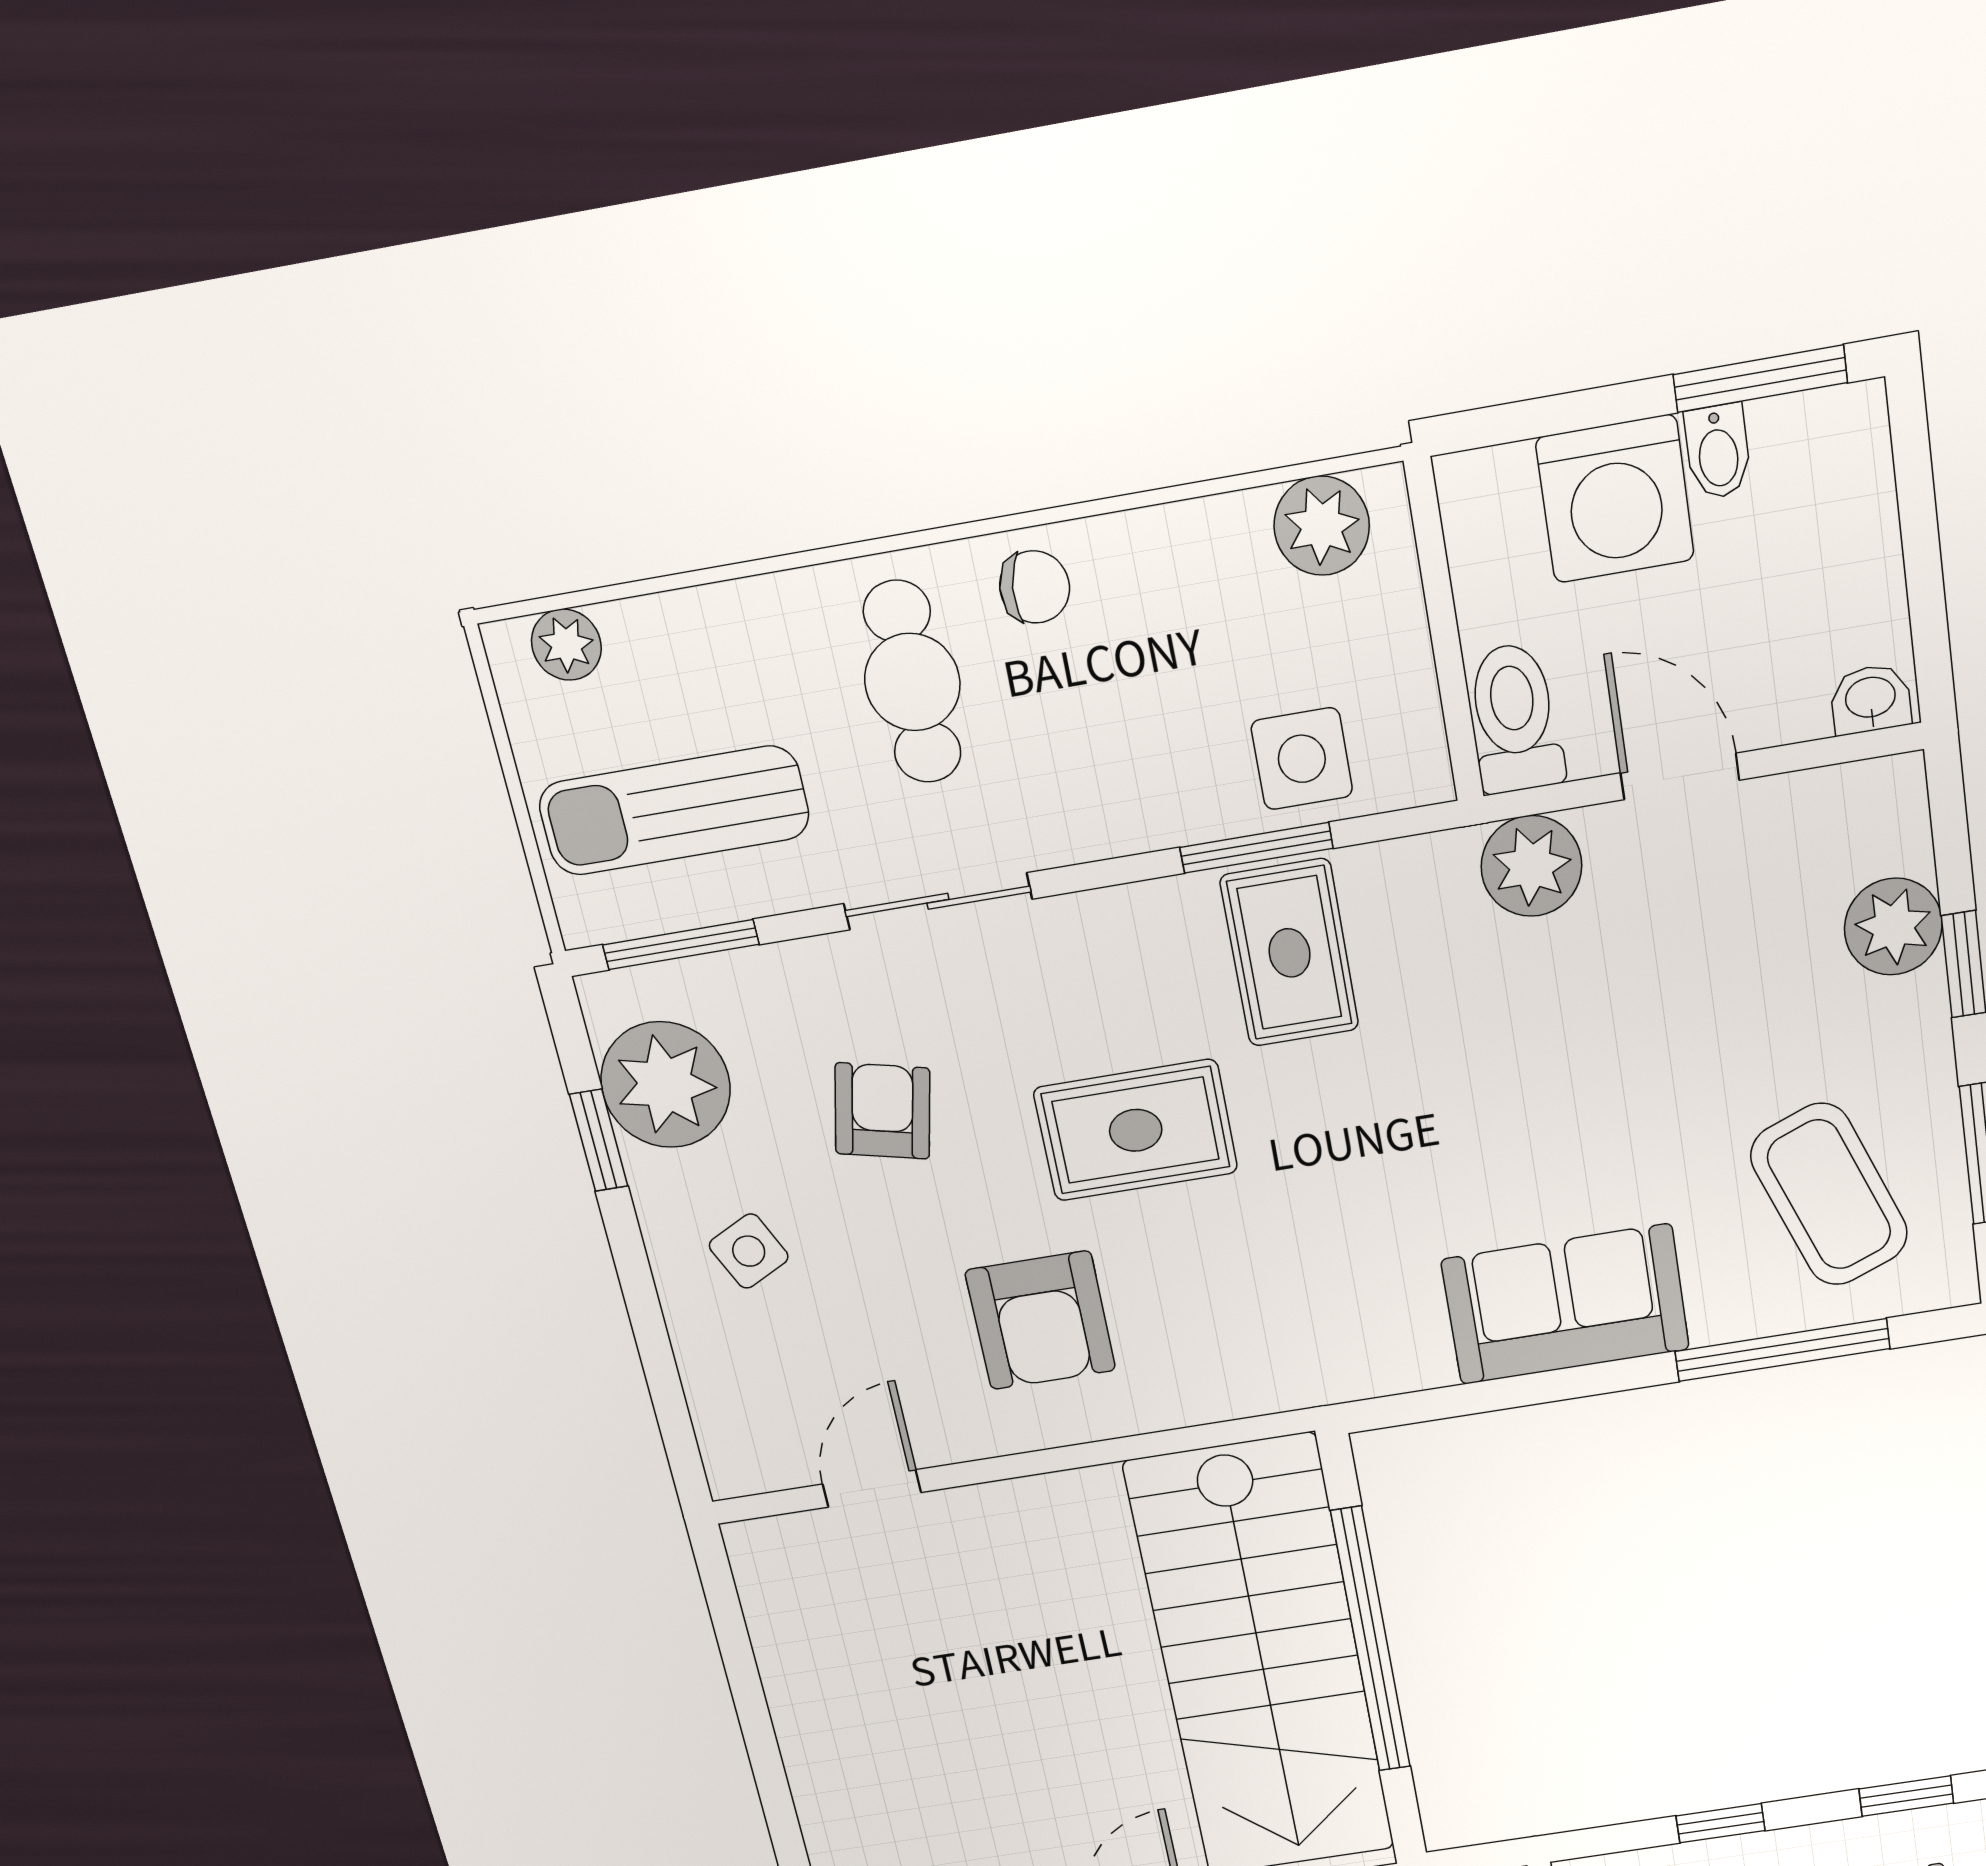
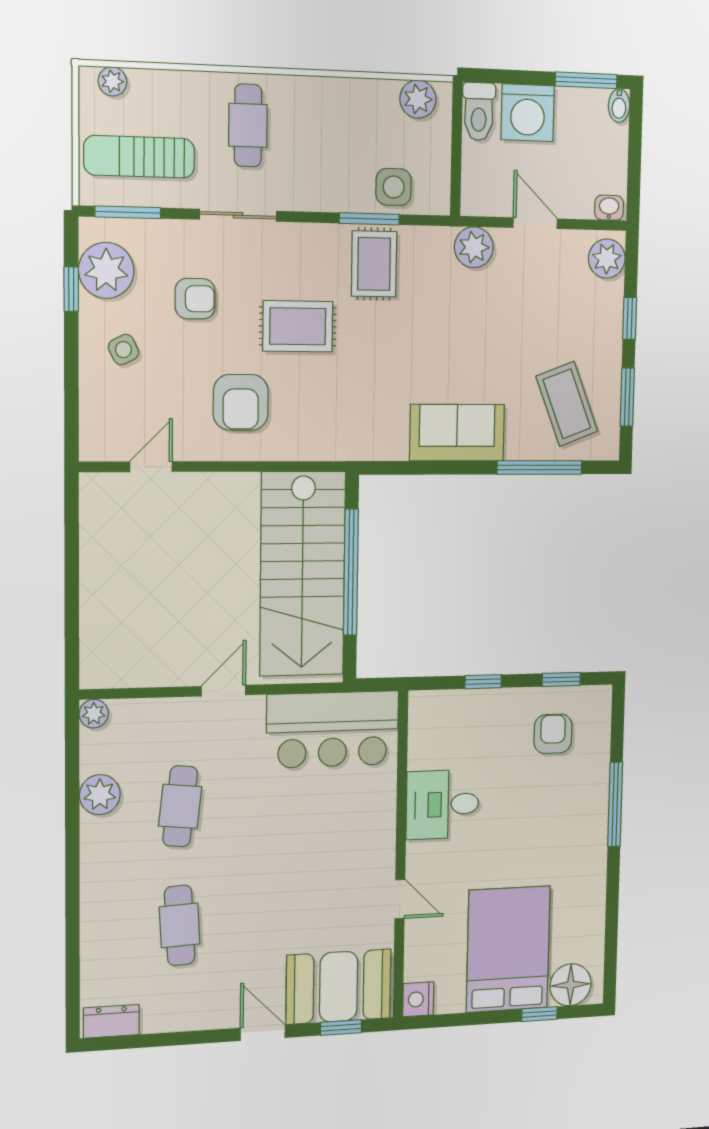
bidet: (1718, 452) -> (619, 106), moved
chair: (1035, 587) -> (304, 99), removed
toilet: (1515, 718) -> (479, 112), moved, turned 180
plant: (1893, 927) -> (607, 259), moved
armchair: (882, 1111) -> (195, 299), turned 77

